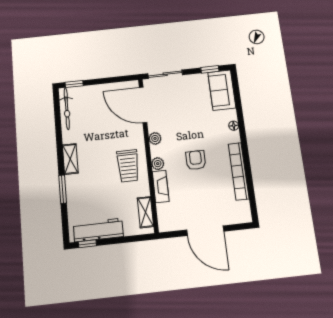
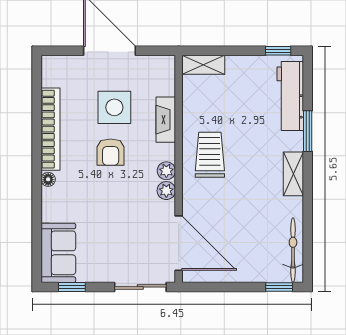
floor lamp: (234, 126) -> (48, 179), moved
plant: (158, 164) -> (166, 171), moved
side table: (197, 191) -> (114, 107), added
shelving: (145, 212) -> (203, 65), moved, turned 90
workbench: (98, 230) -> (290, 96), moved, turned 90

